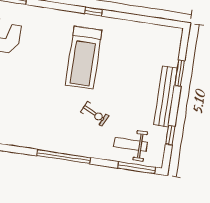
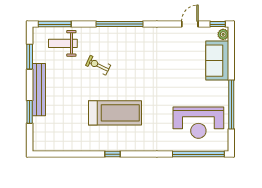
treadmill: (84, 57) -> (115, 113), turned 90
window: (170, 135) -> (30, 57), width x1.50
weight bench: (131, 144) -> (63, 43), turned 180

